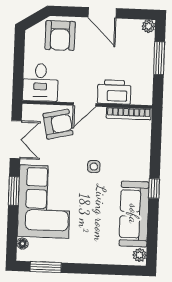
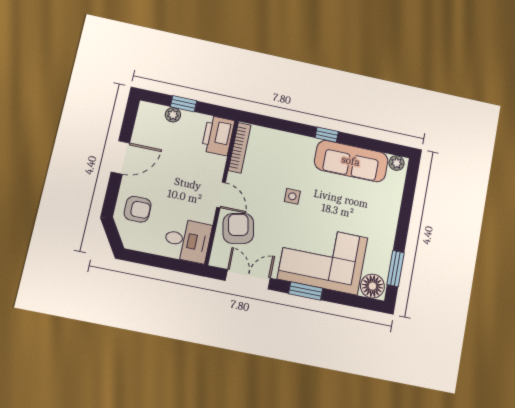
plant: (149, 26) -> (173, 115), moved
armchair: (60, 36) -> (138, 209), width x0.72, depth x0.72
window: (159, 58) -> (183, 104), width x0.67
printer: (114, 92) -> (218, 136), moved
floor lamp: (22, 244) -> (372, 286), width x1.89, depth x1.89

